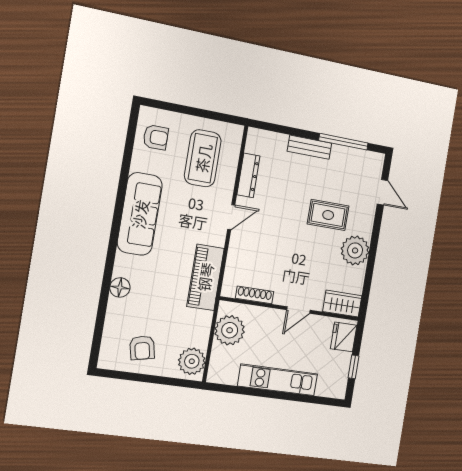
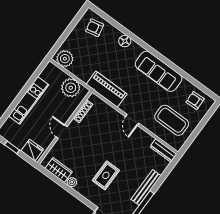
armchair: (156, 137) -> (195, 100), turned 88
bench: (310, 147) -> (146, 187), width x1.36
dresser: (248, 175) -> (163, 151), moved
plant: (355, 250) -> (72, 182), width x0.53, depth x0.53
wardrobe: (342, 304) -> (59, 170), moved, turned -90
armchair: (142, 348) -> (95, 28), moved

